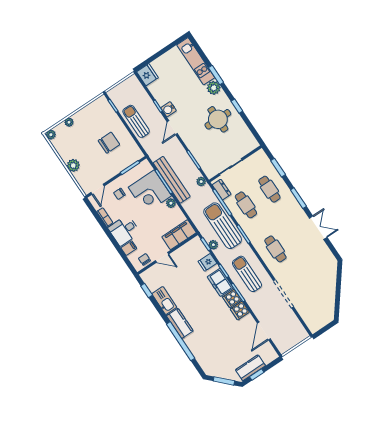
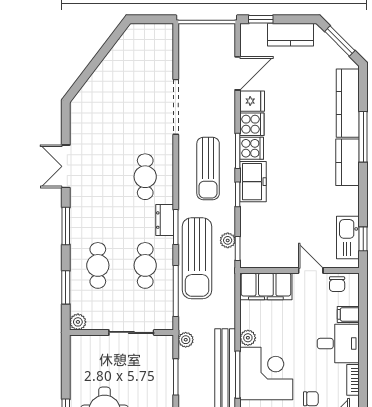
plant: (261, 155) -> (78, 322), added
dresser: (222, 190) -> (165, 220), moved
fridge: (207, 262) -> (252, 101), moved
kitchen sink: (164, 301) -> (348, 238), moved
window: (181, 341) -> (363, 137), width x0.68
kitchen counter: (199, 353) -> (348, 103), added
window: (257, 375) -> (261, 19), moved

